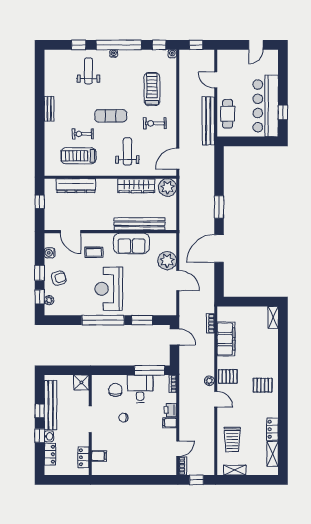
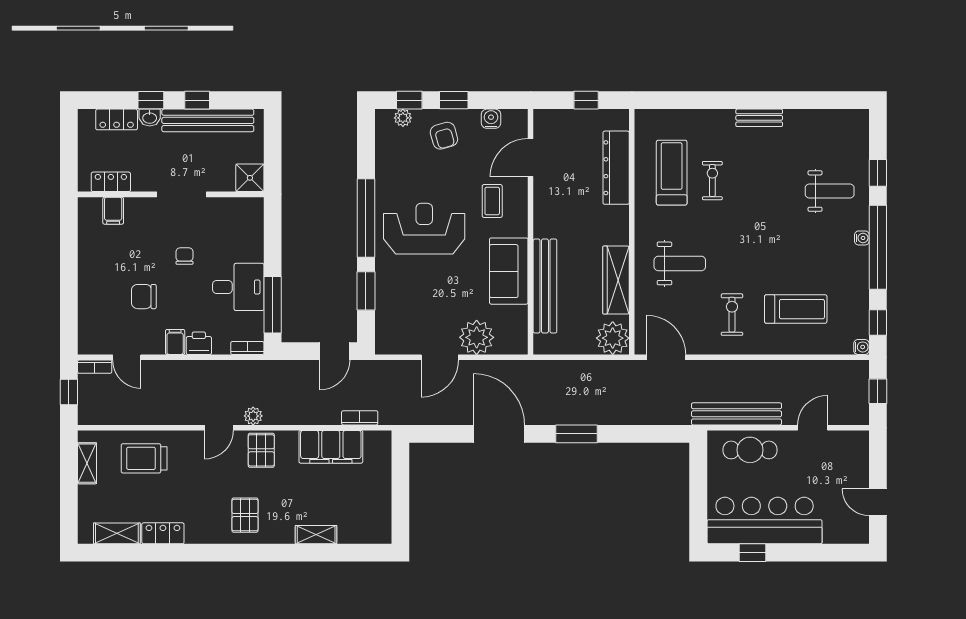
exercise mat: (111, 116) -> (746, 232), removed
shelving: (273, 317) -> (316, 535), moved
chair: (115, 390) -> (144, 297), moved, turned 180

